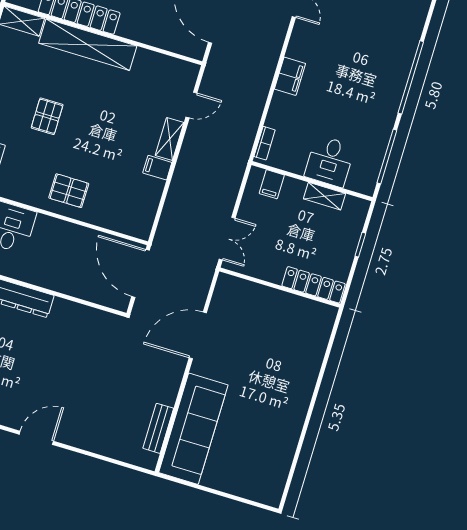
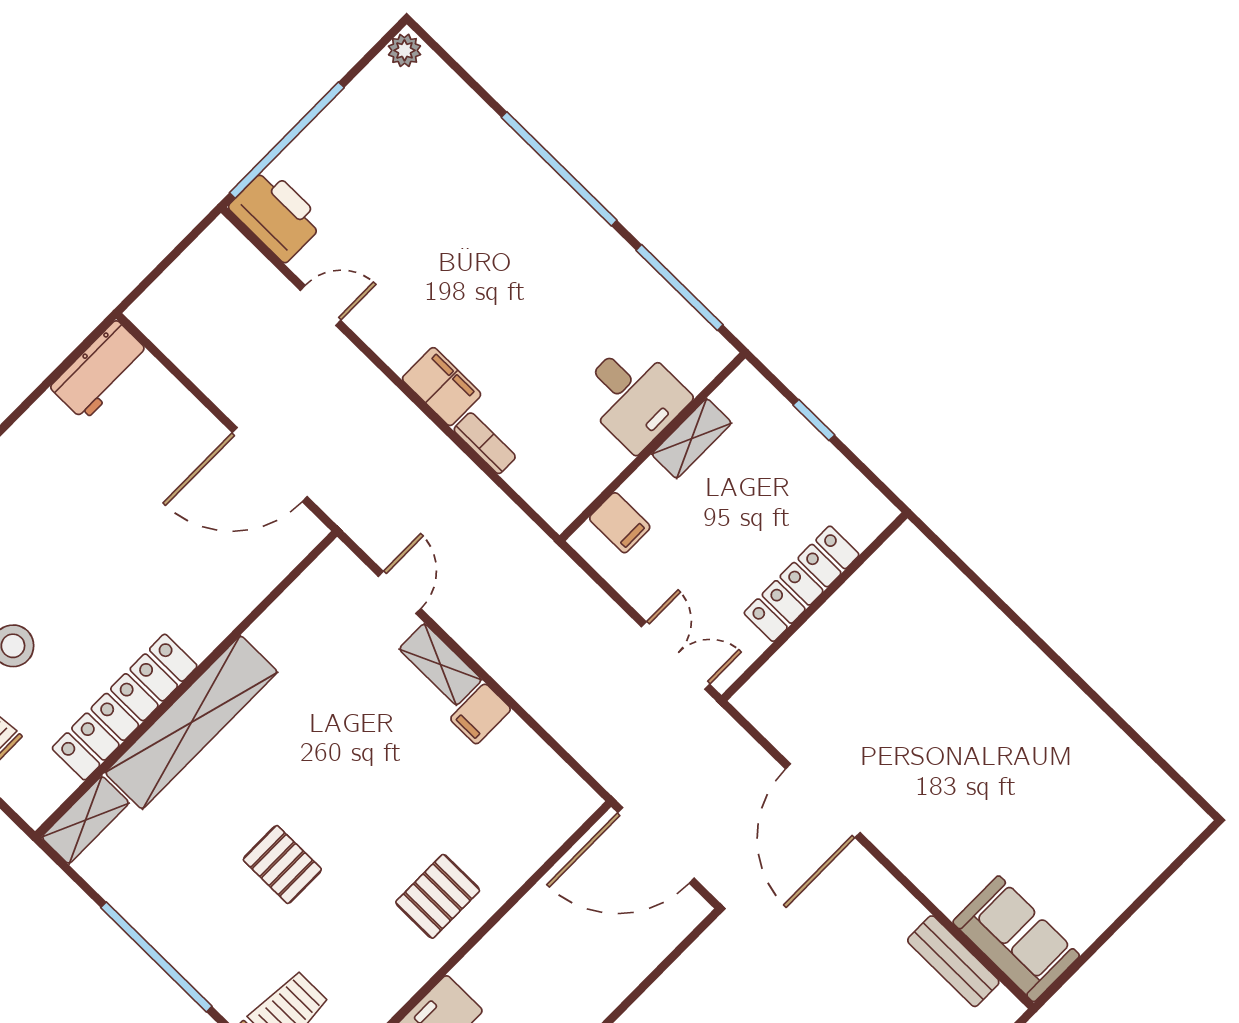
bookcase: (265, 143) -> (485, 443), moved
locker: (314, 285) -> (802, 584), moved
sofa: (193, 429) -> (1016, 939), width x0.54, depth x0.79

